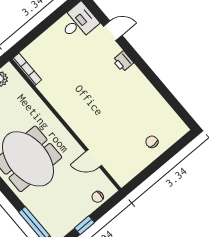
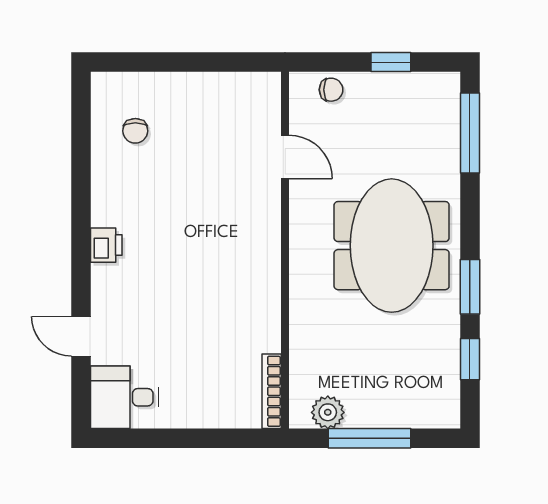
printer: (123, 61) -> (106, 245), moved
chair: (152, 142) -> (135, 131), moved

